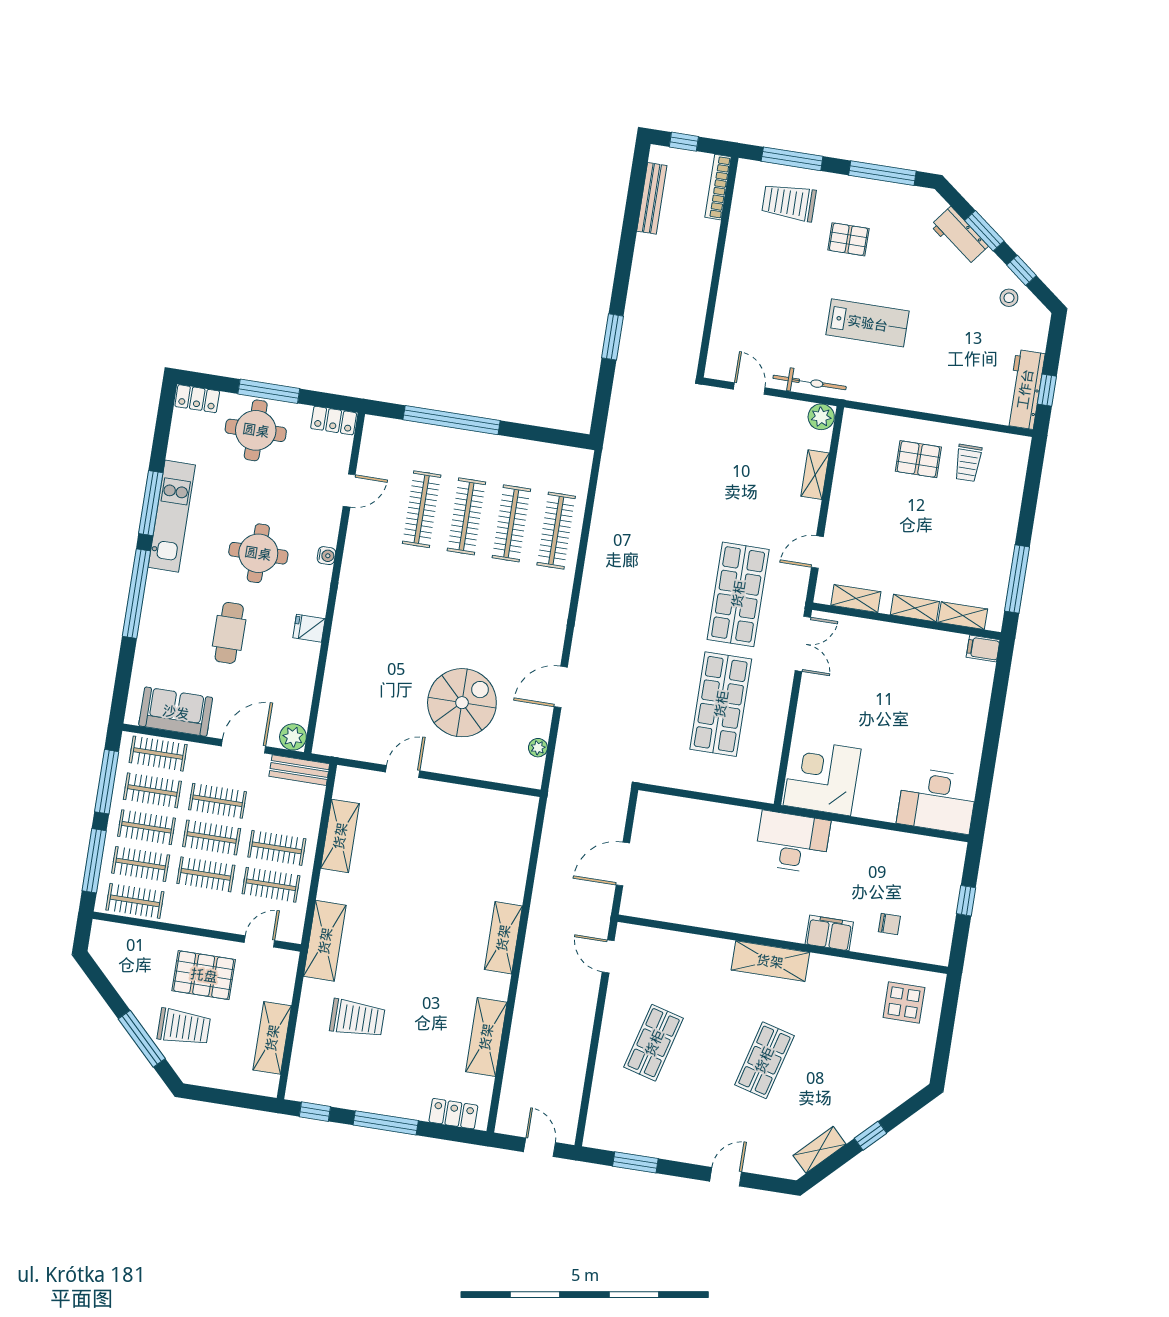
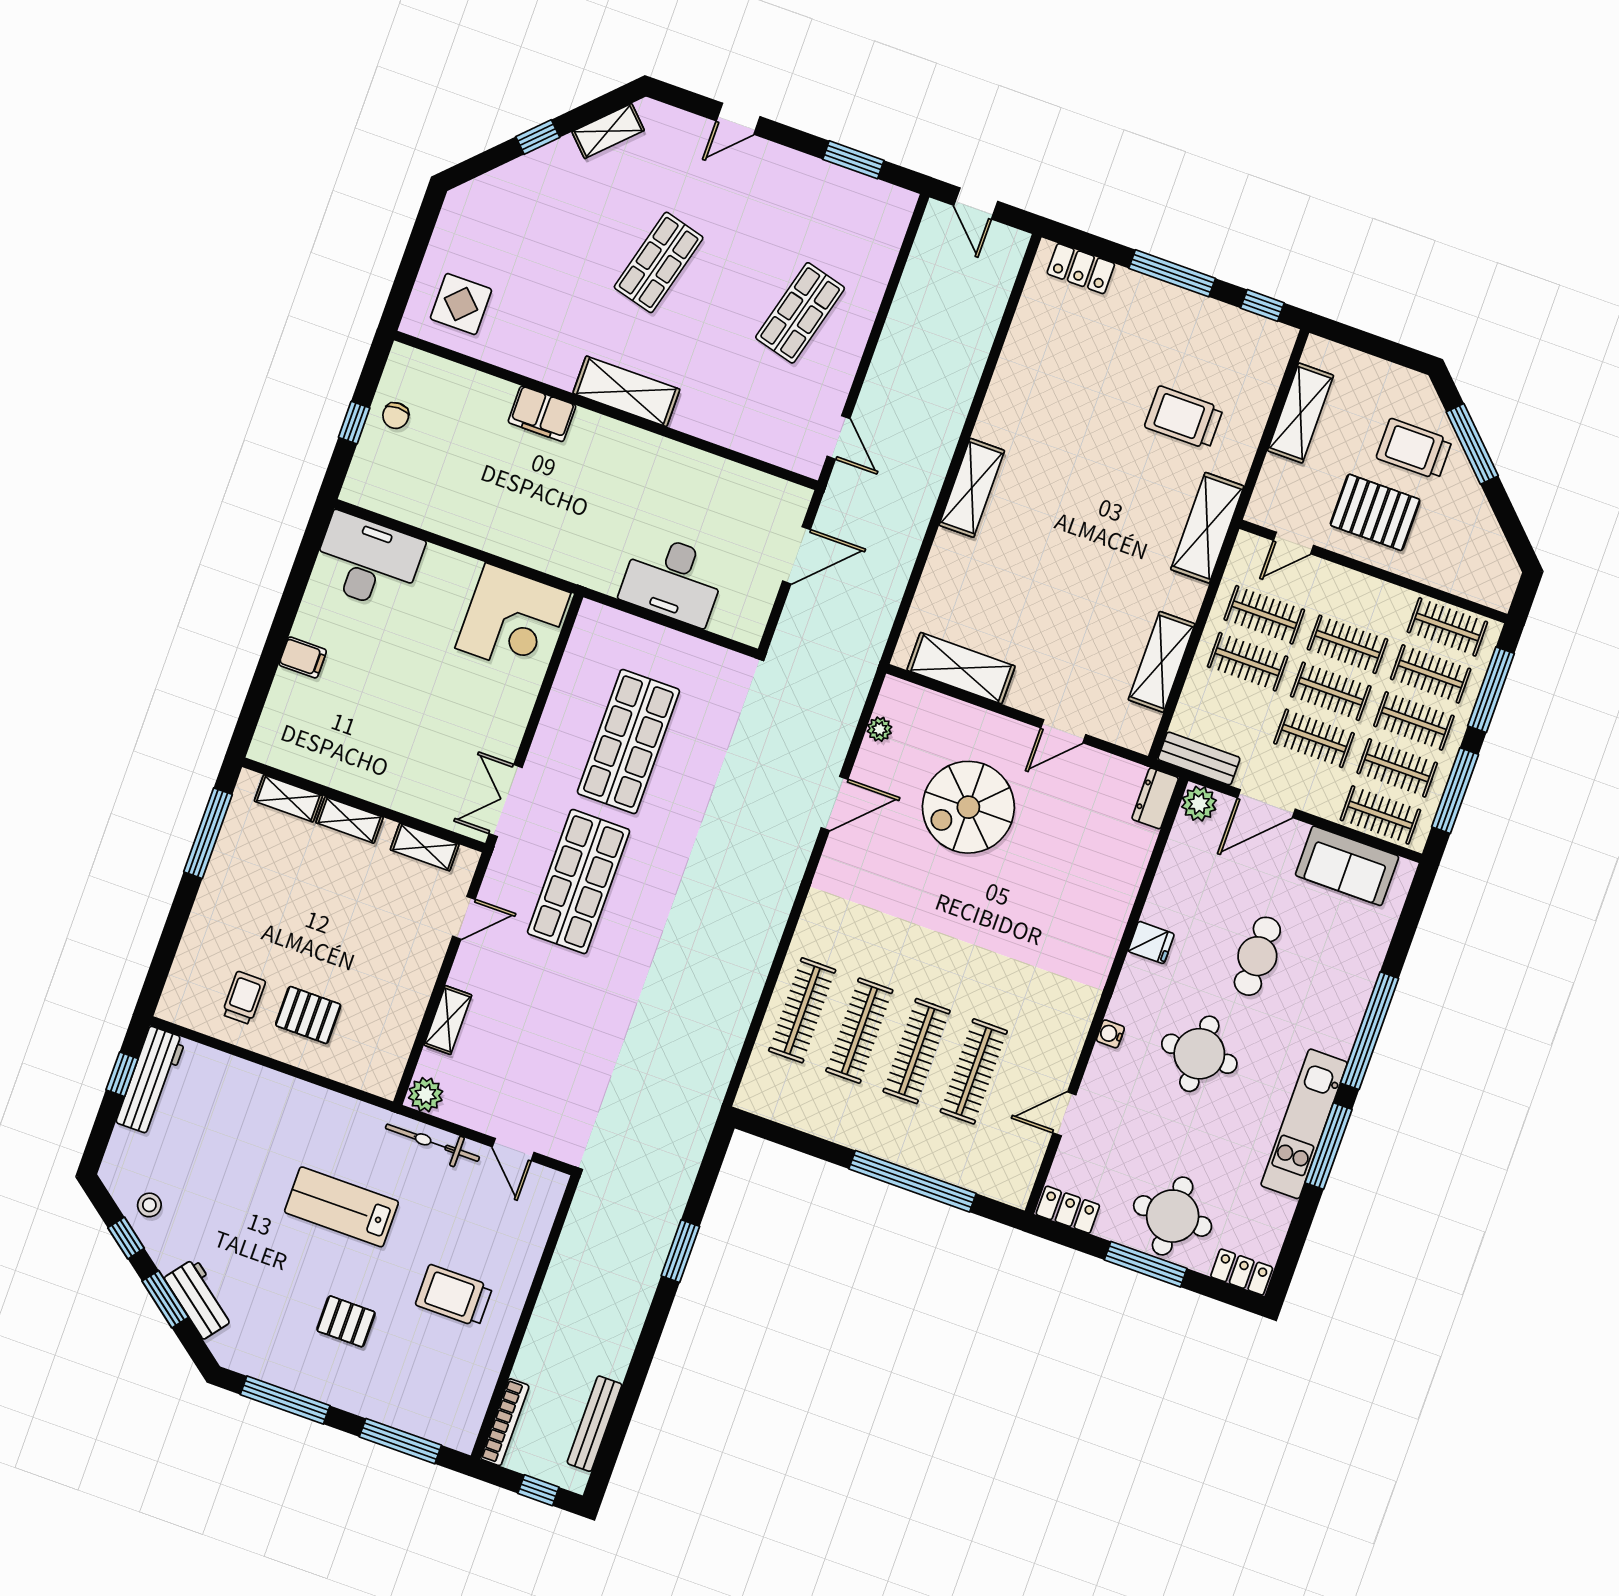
trolley: (789, 202) -> (454, 1296), moved, turned 180
filing cabinet: (983, 649) -> (303, 657), moved
dresser: (326, 735) -> (1155, 798), added
desk: (792, 842) -> (673, 580), moved
chair: (889, 924) -> (396, 416), moved, turned -90
shelving: (486, 1037) -> (961, 668), moved, turned 90

